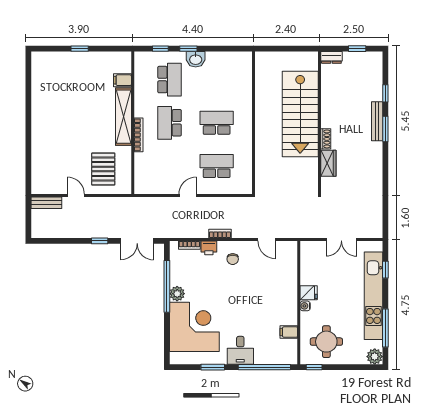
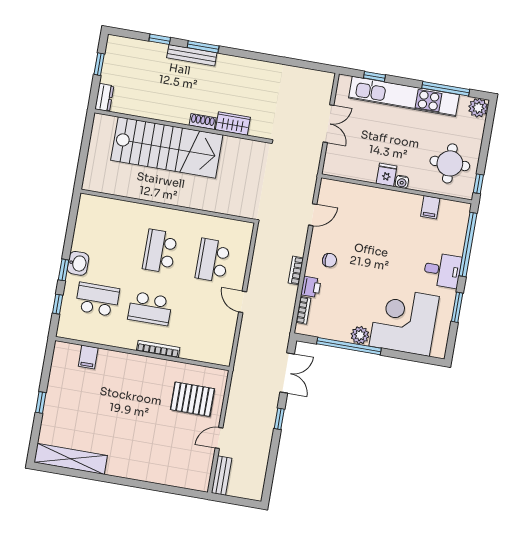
shelving: (123, 117) -> (71, 459), moved

